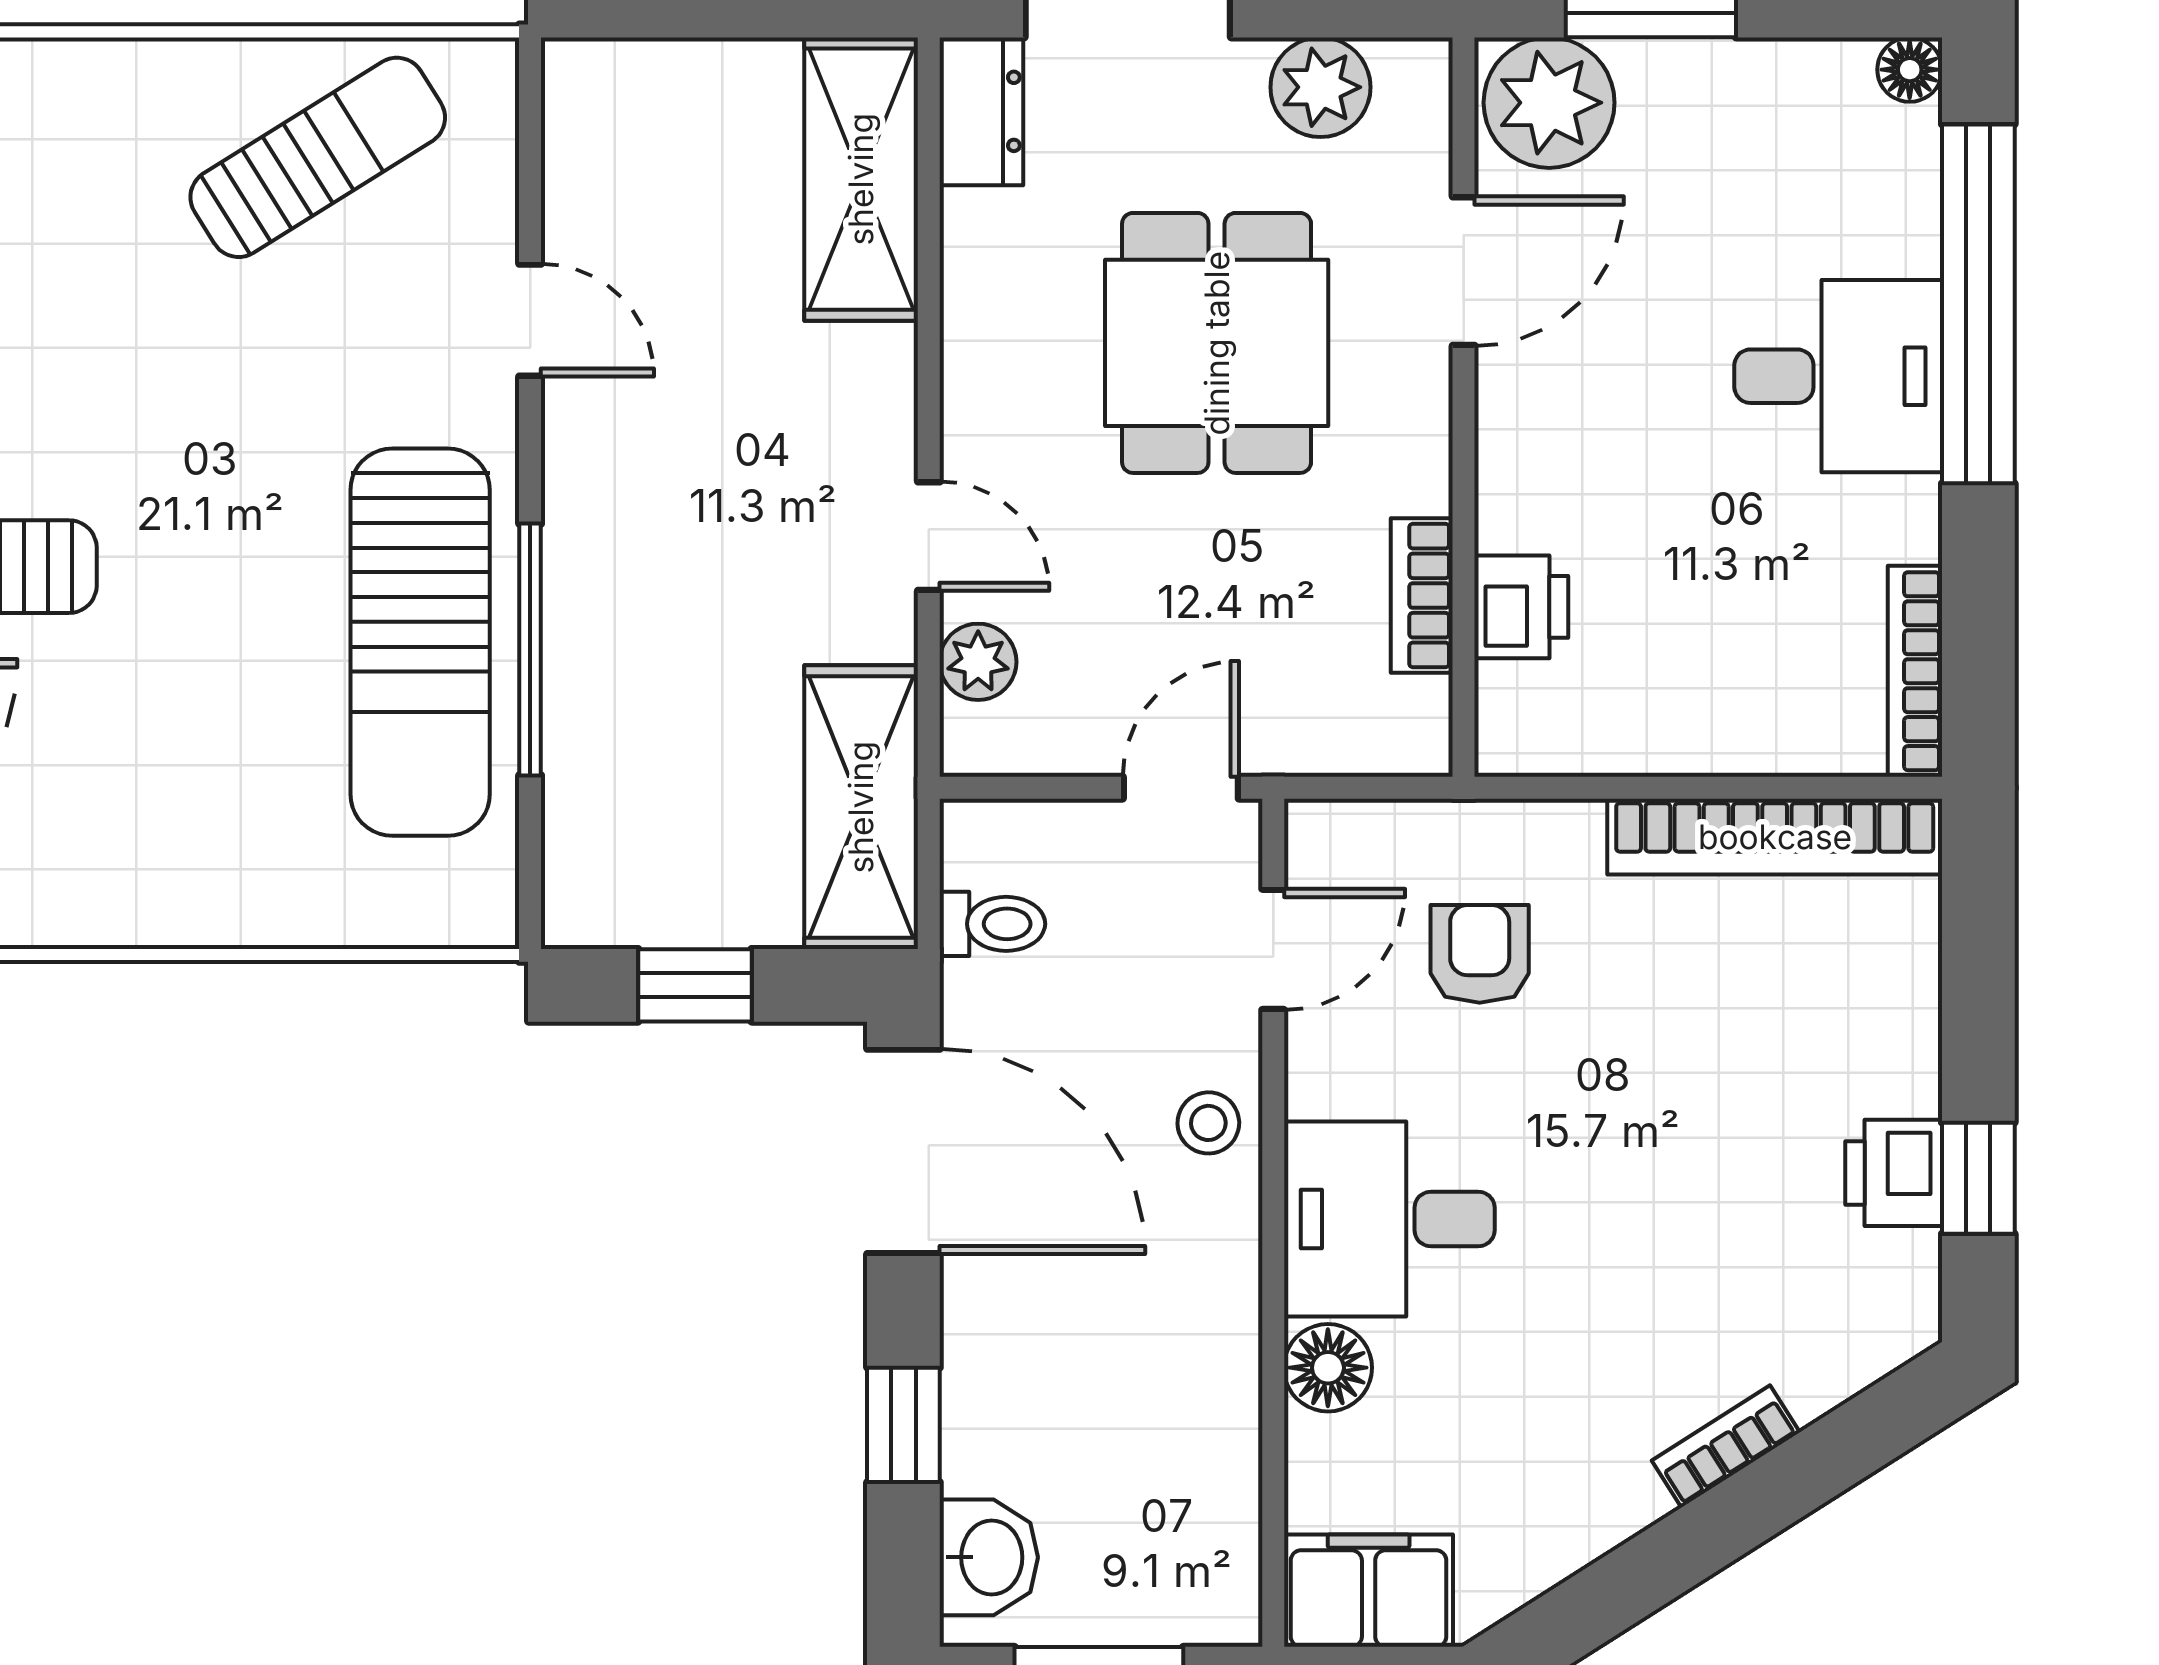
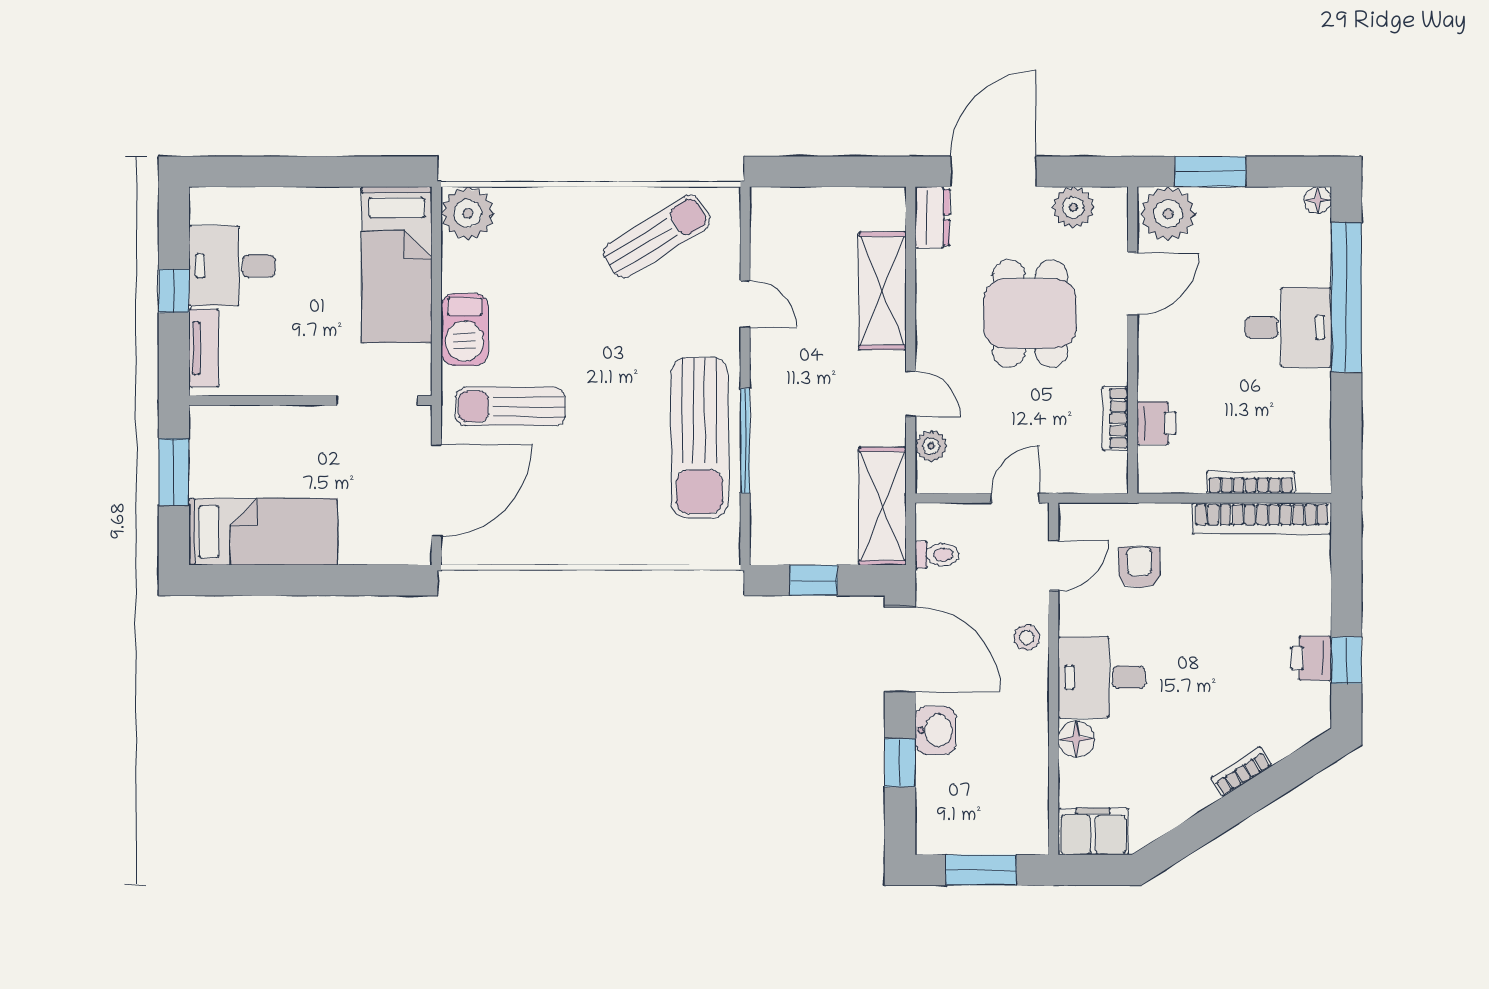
shelving: (861, 179) -> (883, 291), moved
bookcase: (1915, 671) -> (1251, 482), moved, turned 90
washbasin: (989, 1557) -> (935, 730), moved

